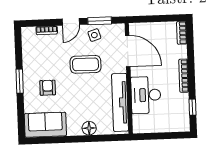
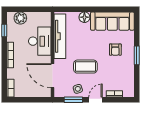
plant: (172, 124) -> (20, 18), added
sofa: (45, 125) -> (112, 21), width x1.36

